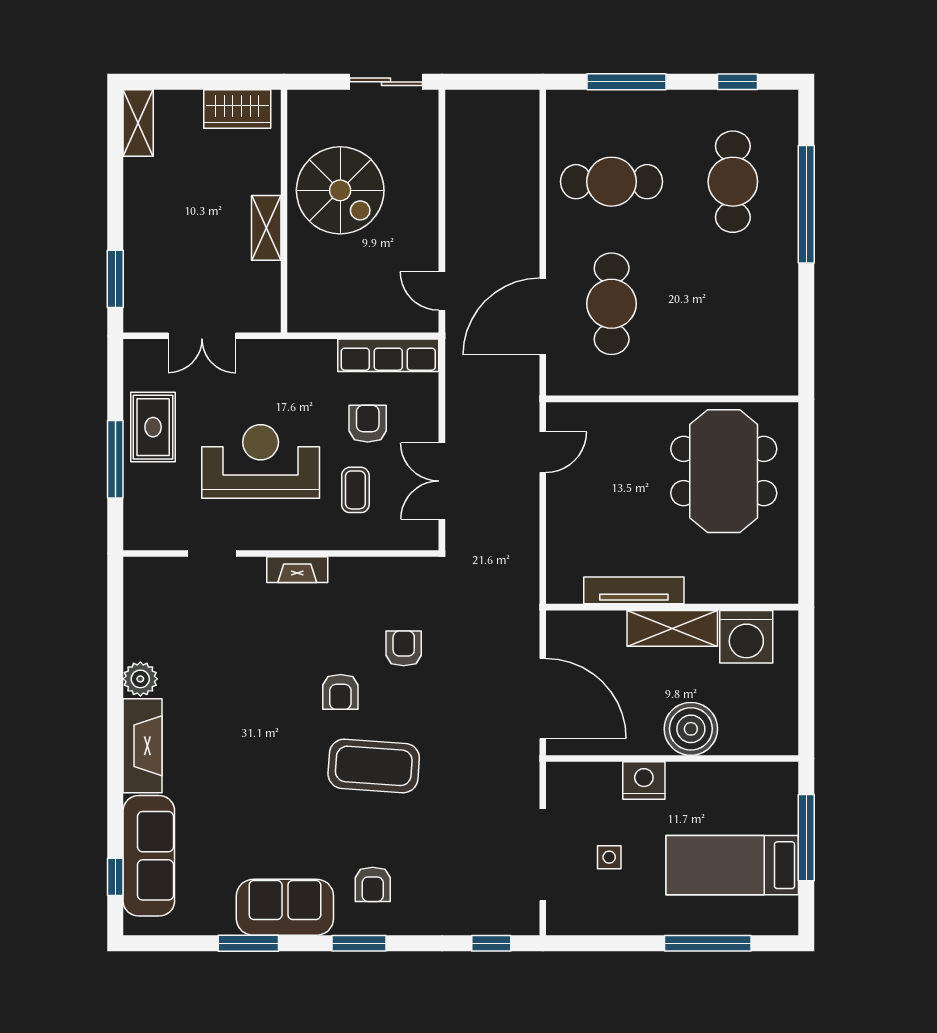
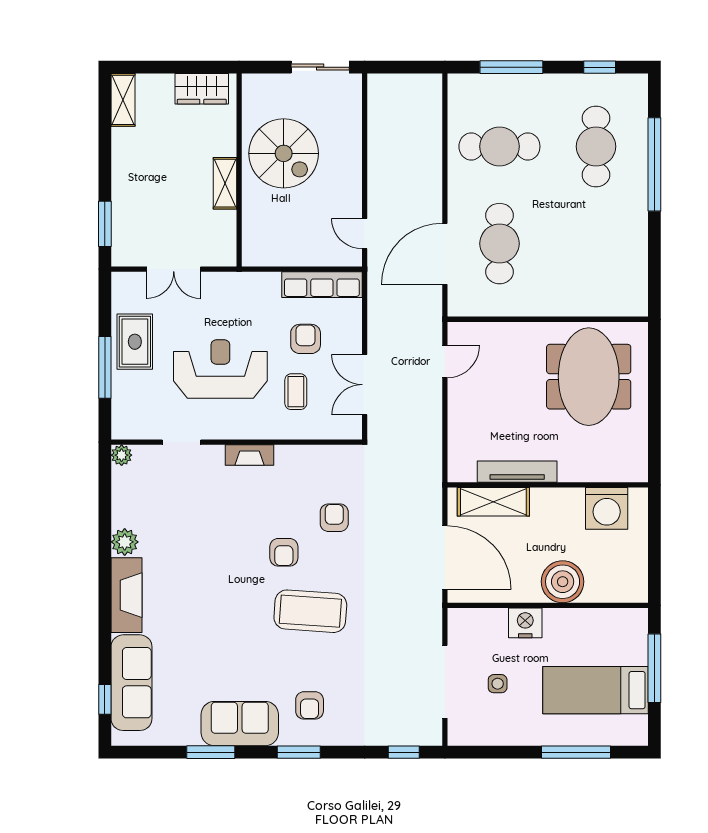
plant: (136, 570) -> (122, 455), added
shelving: (672, 628) -> (493, 502), moved

